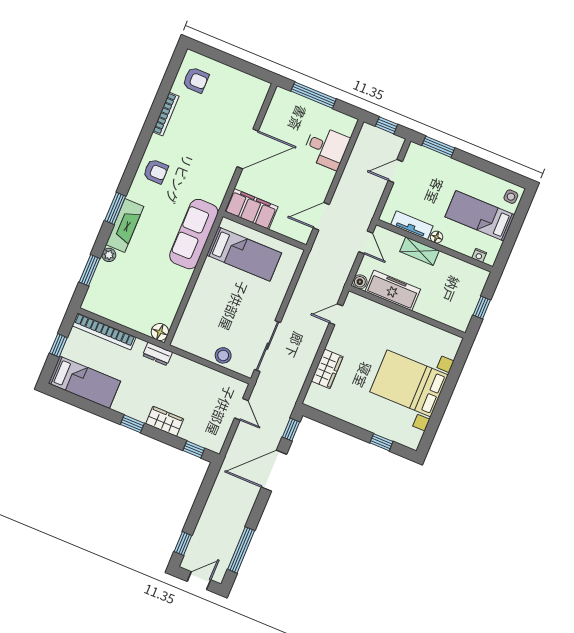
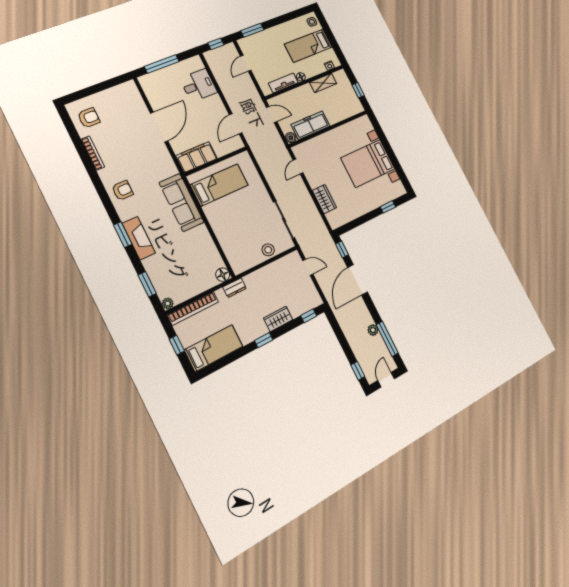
shelving: (420, 251) -> (323, 83), moved
plant: (109, 255) -> (168, 303), moved
plant: (237, 528) -> (373, 330), added

